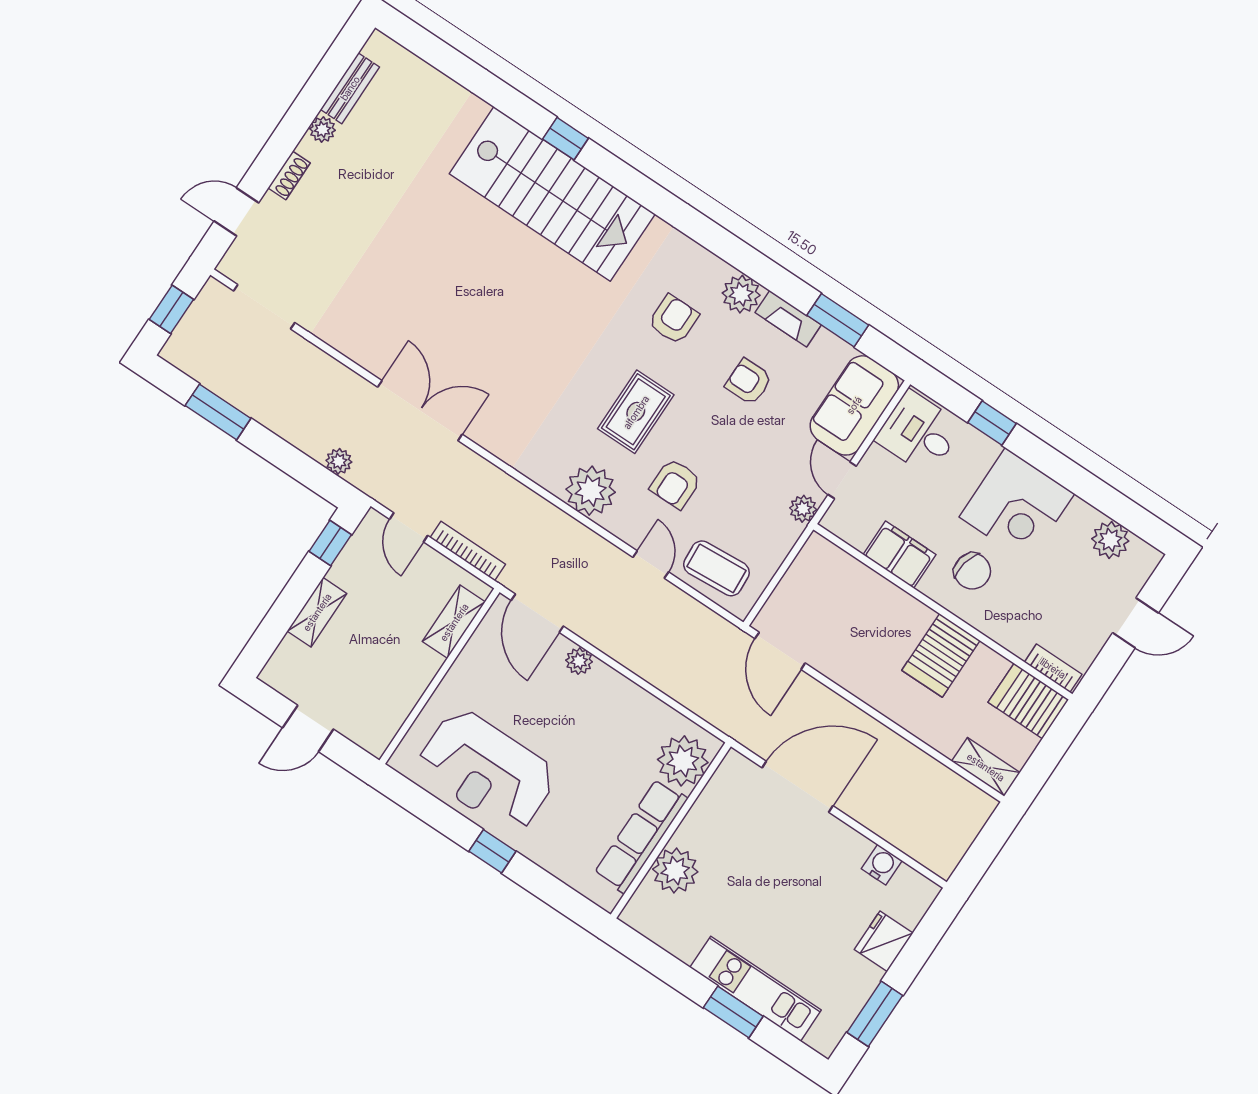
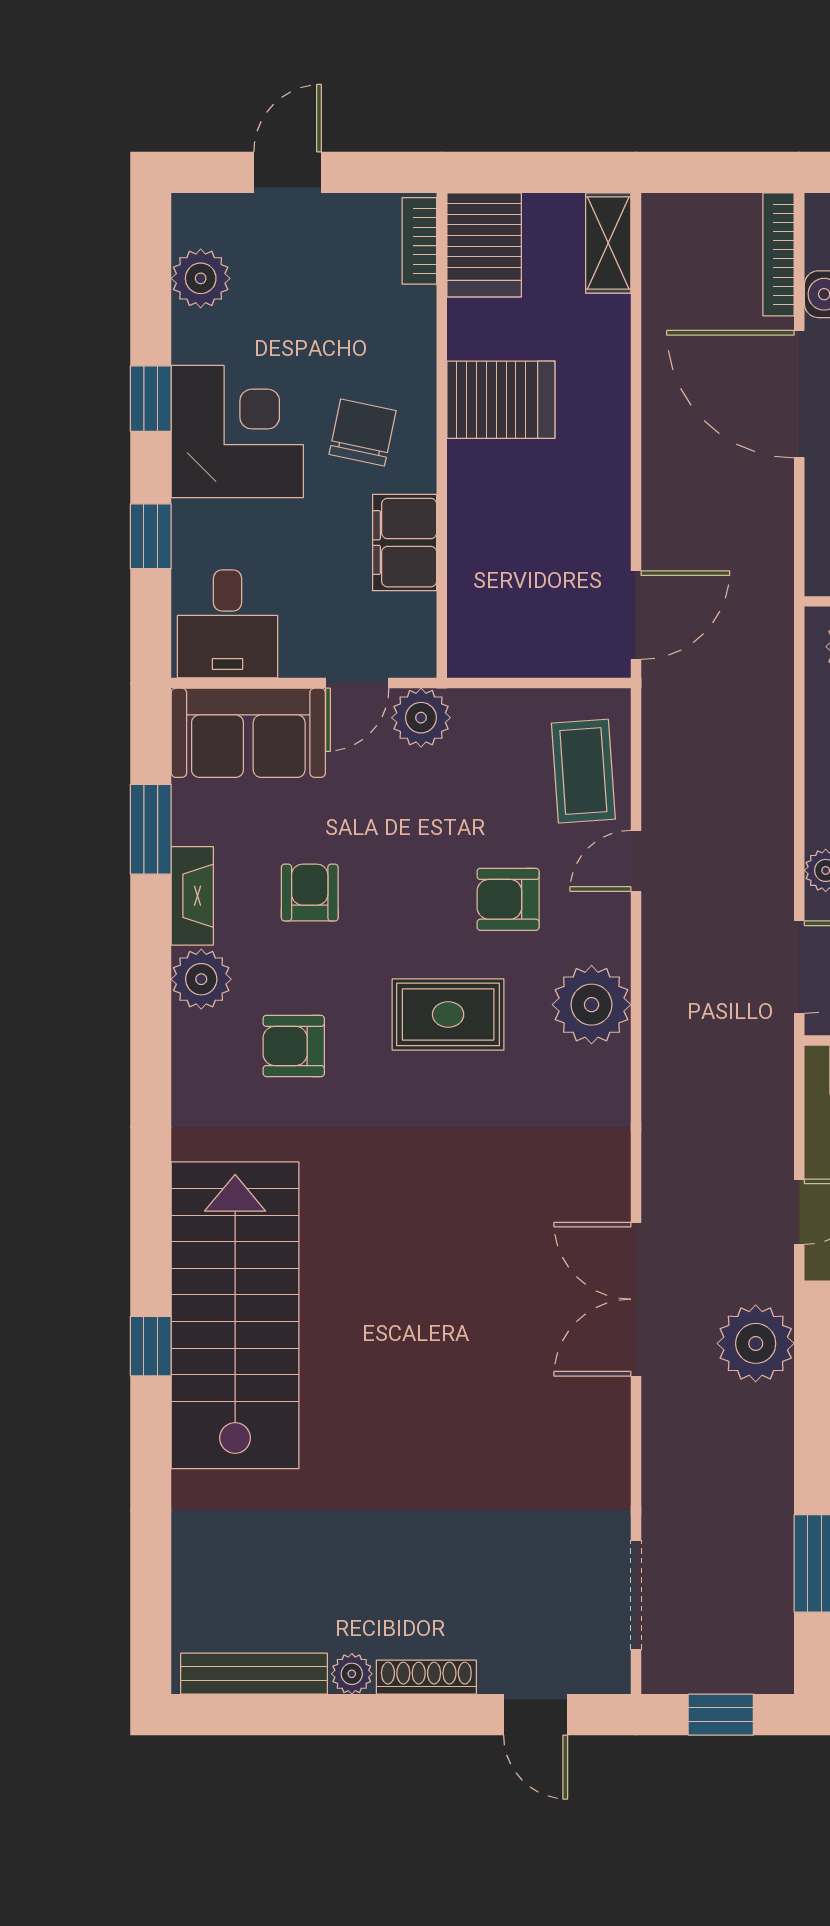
bench: (350, 88) -> (254, 1674), width x1.36
shoe rack: (289, 175) -> (426, 1677), width x1.43
armchair: (749, 382) -> (310, 893), turned 180
plant: (339, 461) -> (756, 1343), width x1.87, depth x1.87
window: (1064, 471) -> (151, 399), added
armchair: (675, 484) -> (508, 899), turned 180
plant: (803, 509) -> (421, 718), width x1.38, depth x1.38
bookcase: (468, 551) -> (778, 254), moved
door: (1136, 623) -> (288, 172), hinge flipped
door: (798, 787) -> (799, 394), moved

